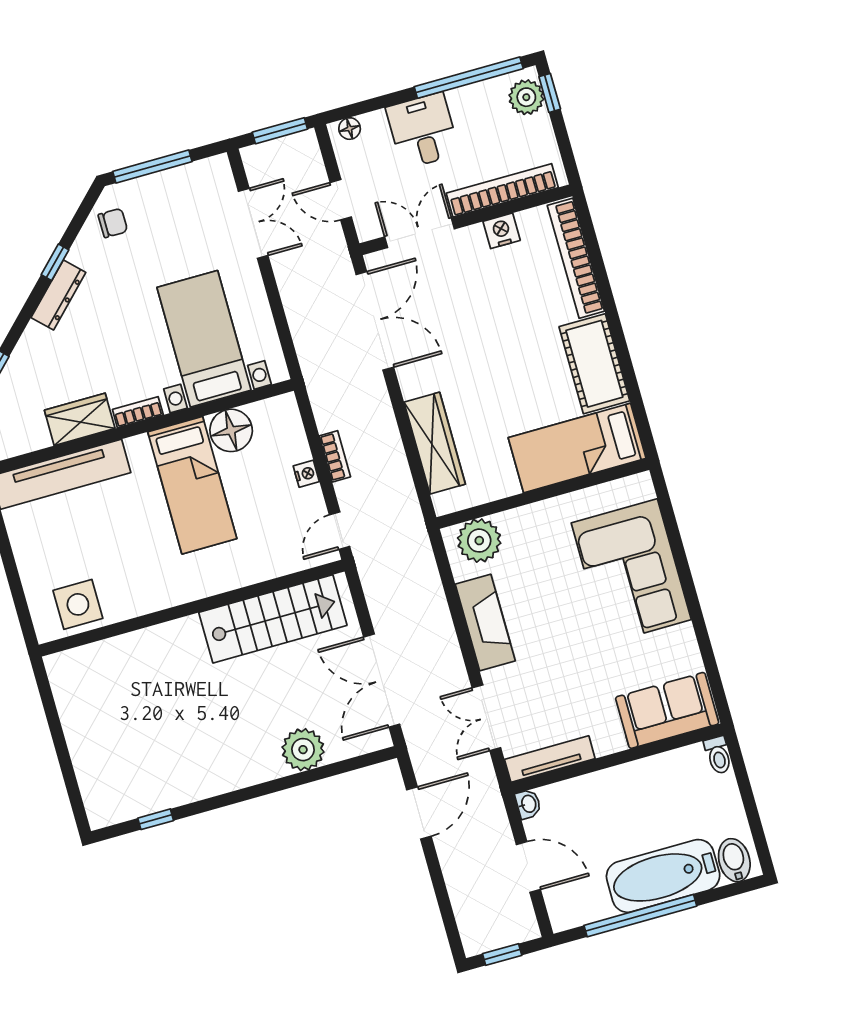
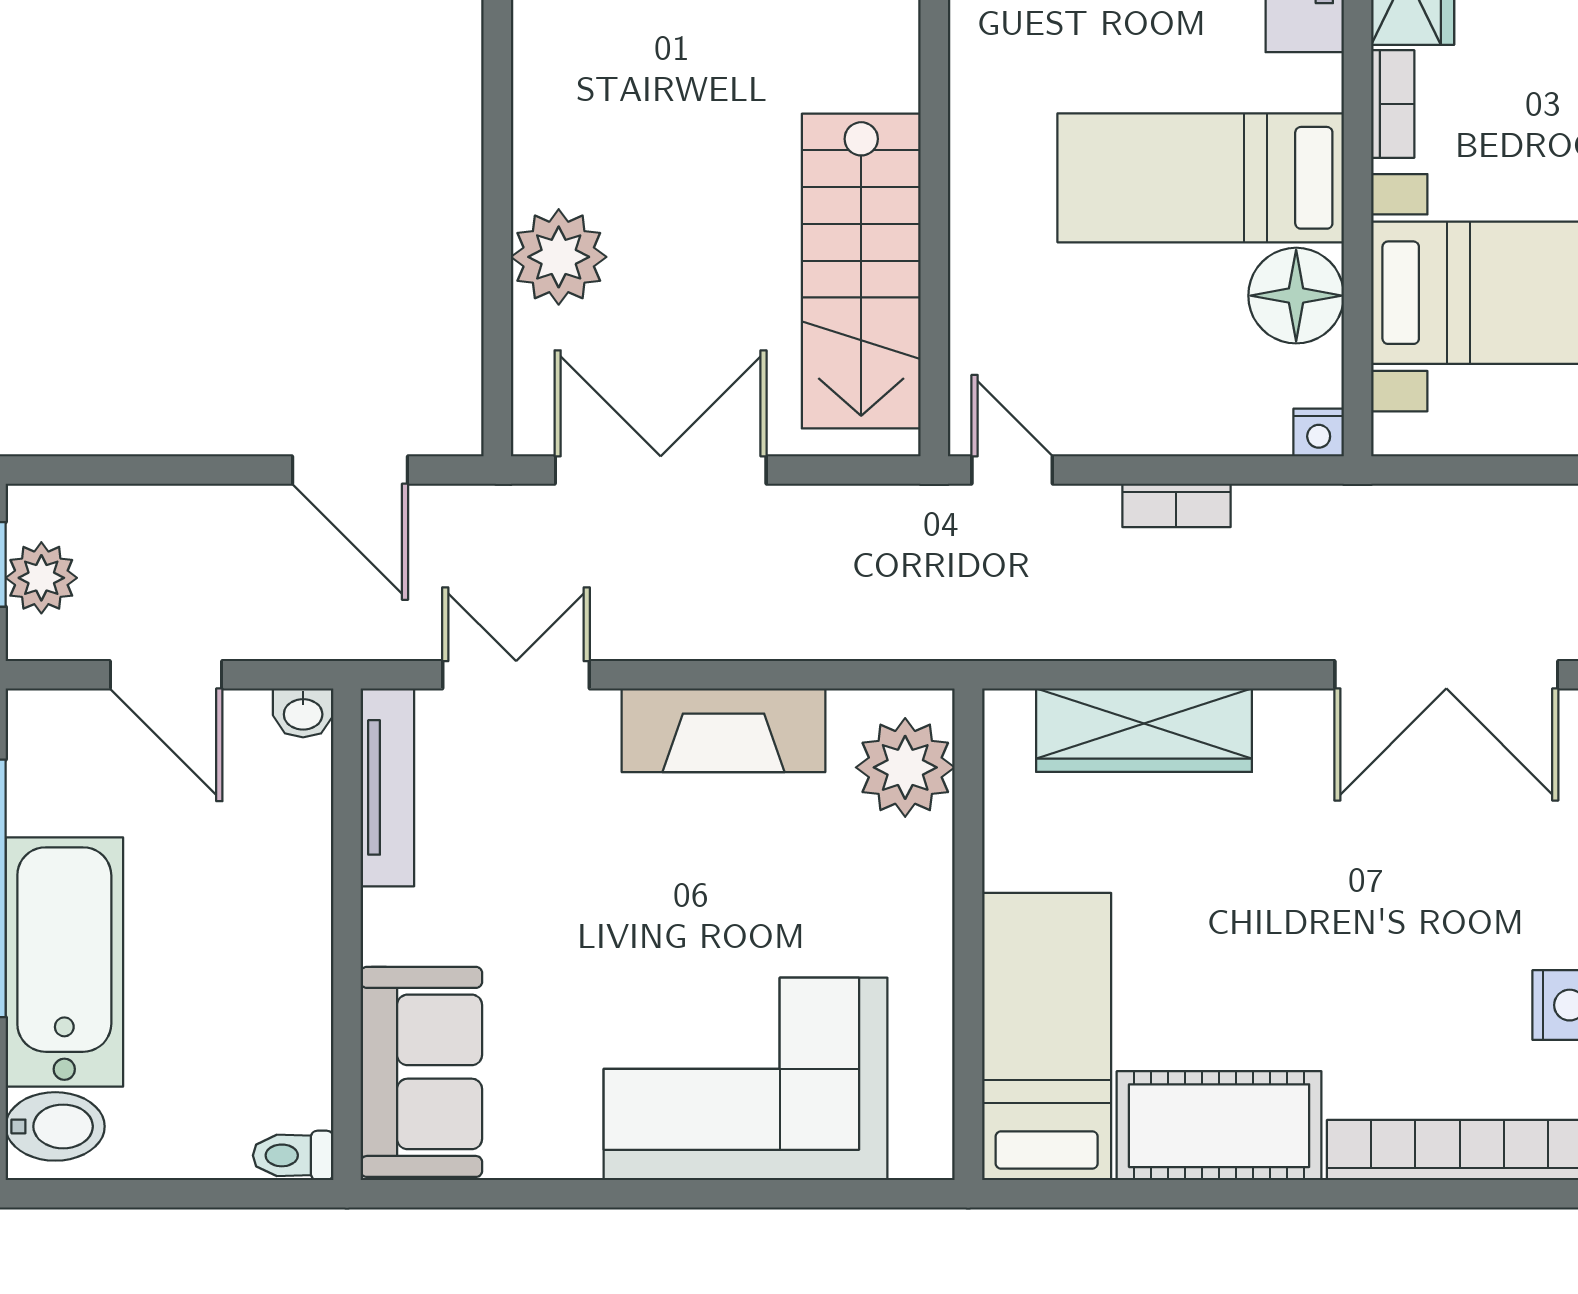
nightstand: (306, 474) -> (1319, 432), moved
door: (528, 867) -> (166, 675), hinge flipped
plant: (502, 932) -> (41, 578), added

